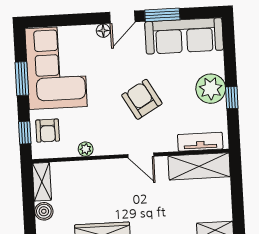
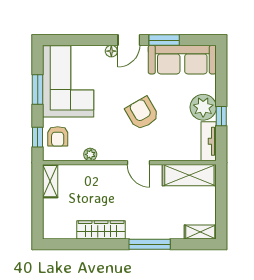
tv unit: (200, 142) -> (209, 141), moved, turned -90
boiler: (44, 211) -> (51, 207), removed

